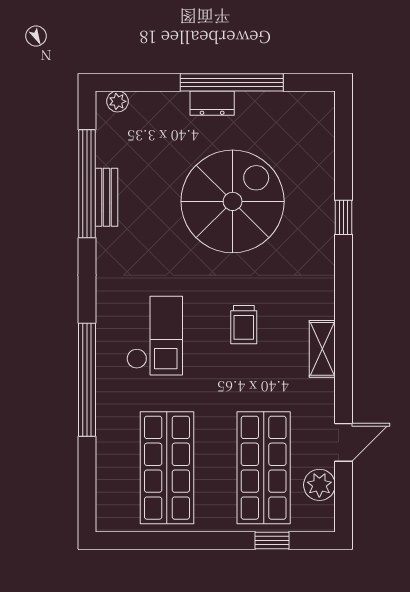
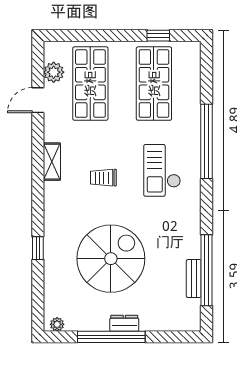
plant: (118, 101) -> (57, 324), moved
bench: (106, 197) -> (194, 279), moved
spiral stairs: (233, 201) -> (111, 259), turned 180
trolley: (244, 325) -> (103, 178), turned -90
window: (272, 541) -> (158, 36), moved

